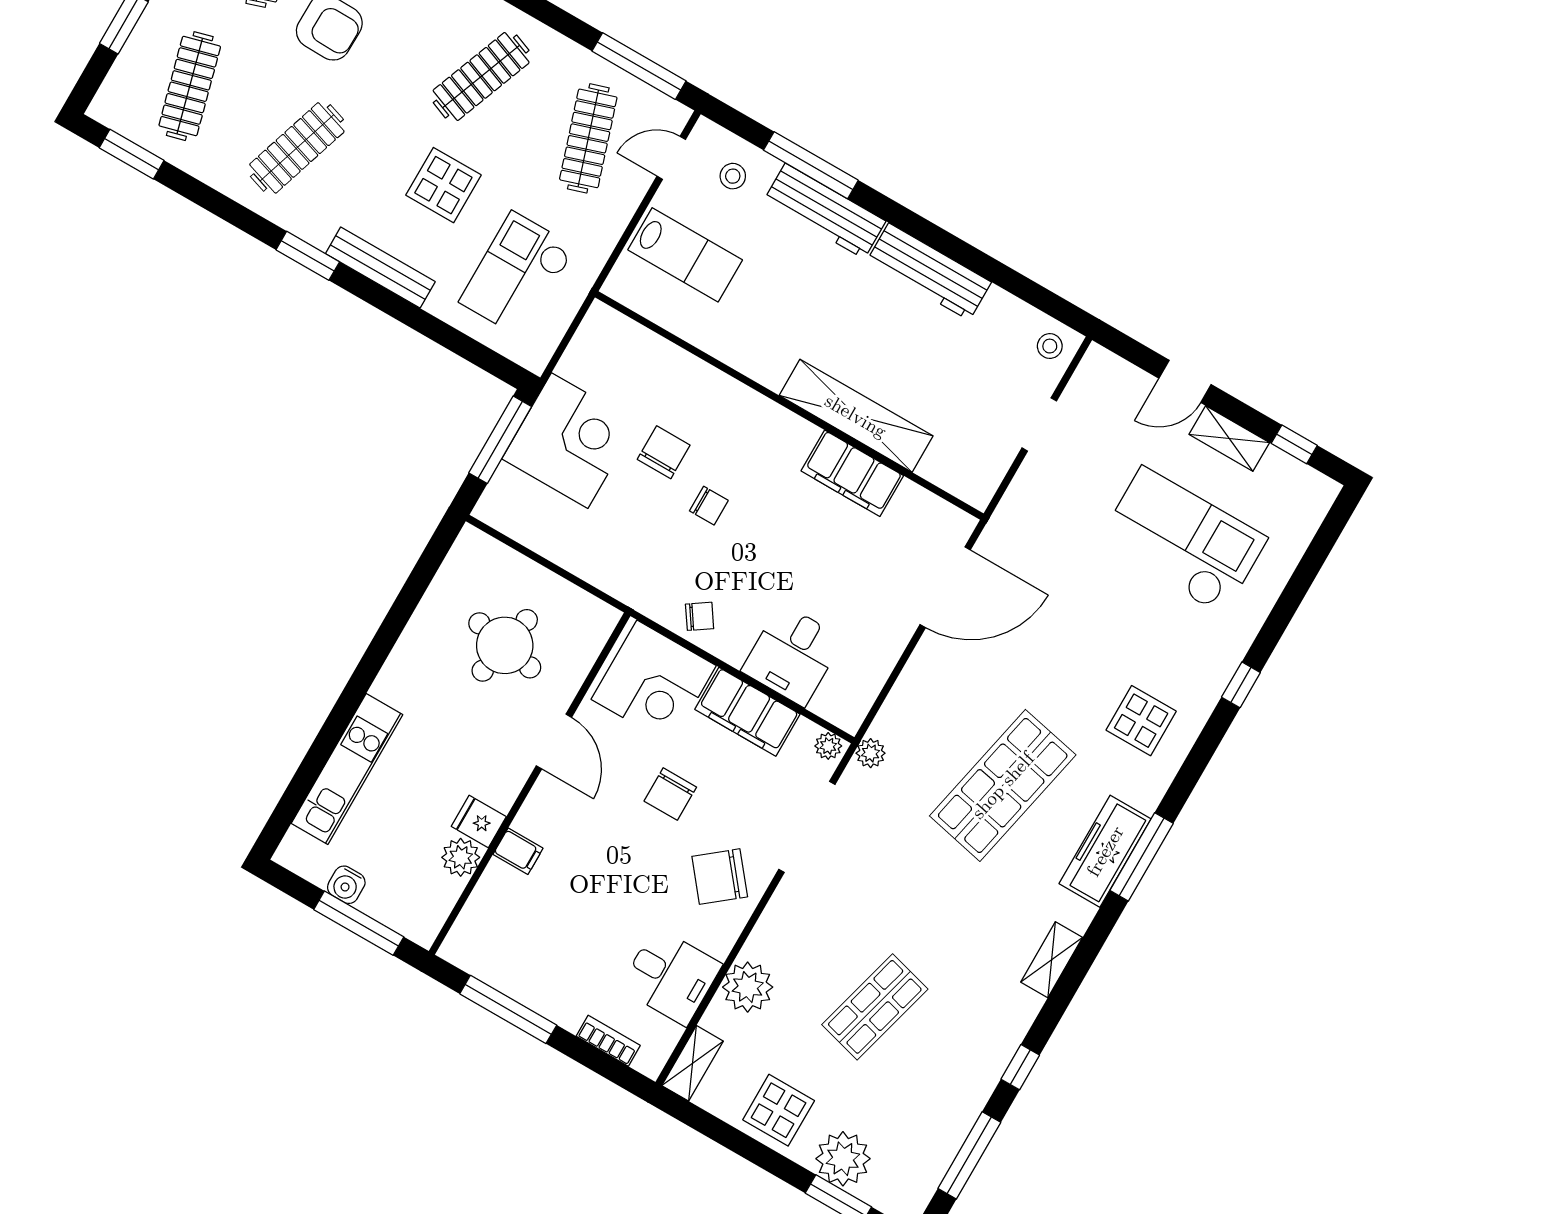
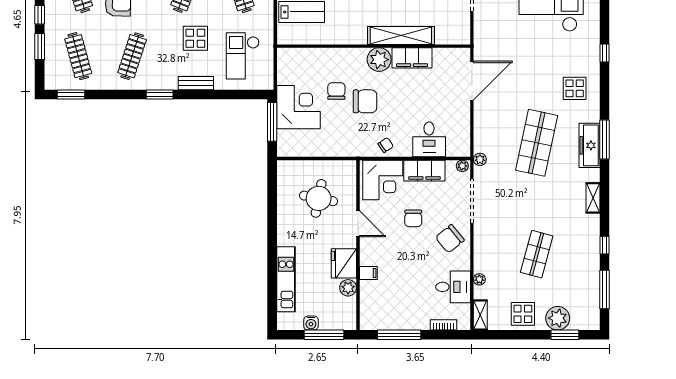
bench: (380, 268) -> (196, 83), width x0.73
plant: (785, 439) -> (379, 60), added
chair: (709, 506) -> (365, 101), width x1.87, depth x1.87
fridge: (479, 821) -> (344, 263), width x1.88, depth x1.34
plant: (748, 987) -> (479, 279), width x0.53, depth x0.53

